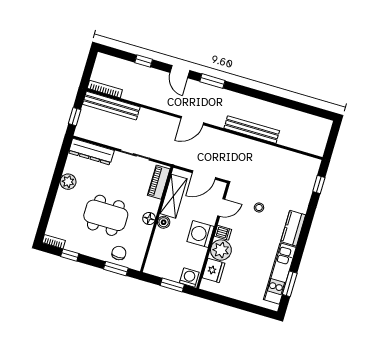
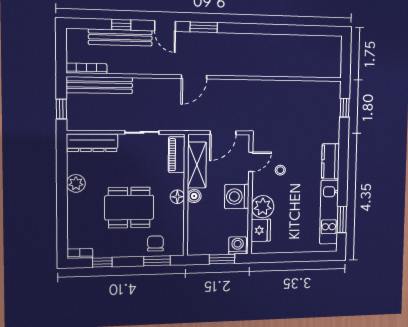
bench: (252, 130) -> (120, 37), moved
stool: (259, 208) -> (280, 170), moved
dishwasher: (223, 233) -> (260, 188), removed

